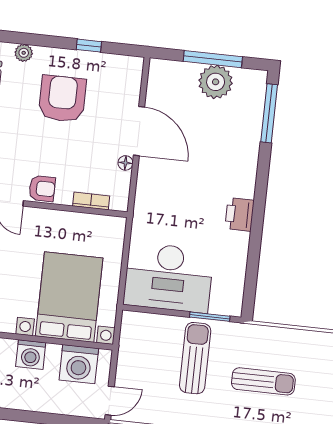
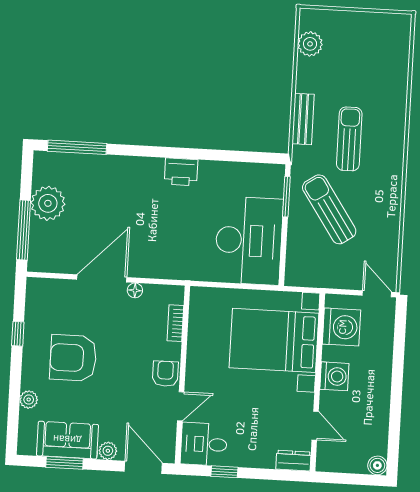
window: (213, 59) -> (24, 230), moved
bench: (285, 337) -> (303, 119), added
sun lounger: (195, 358) -> (329, 209), turned 56

